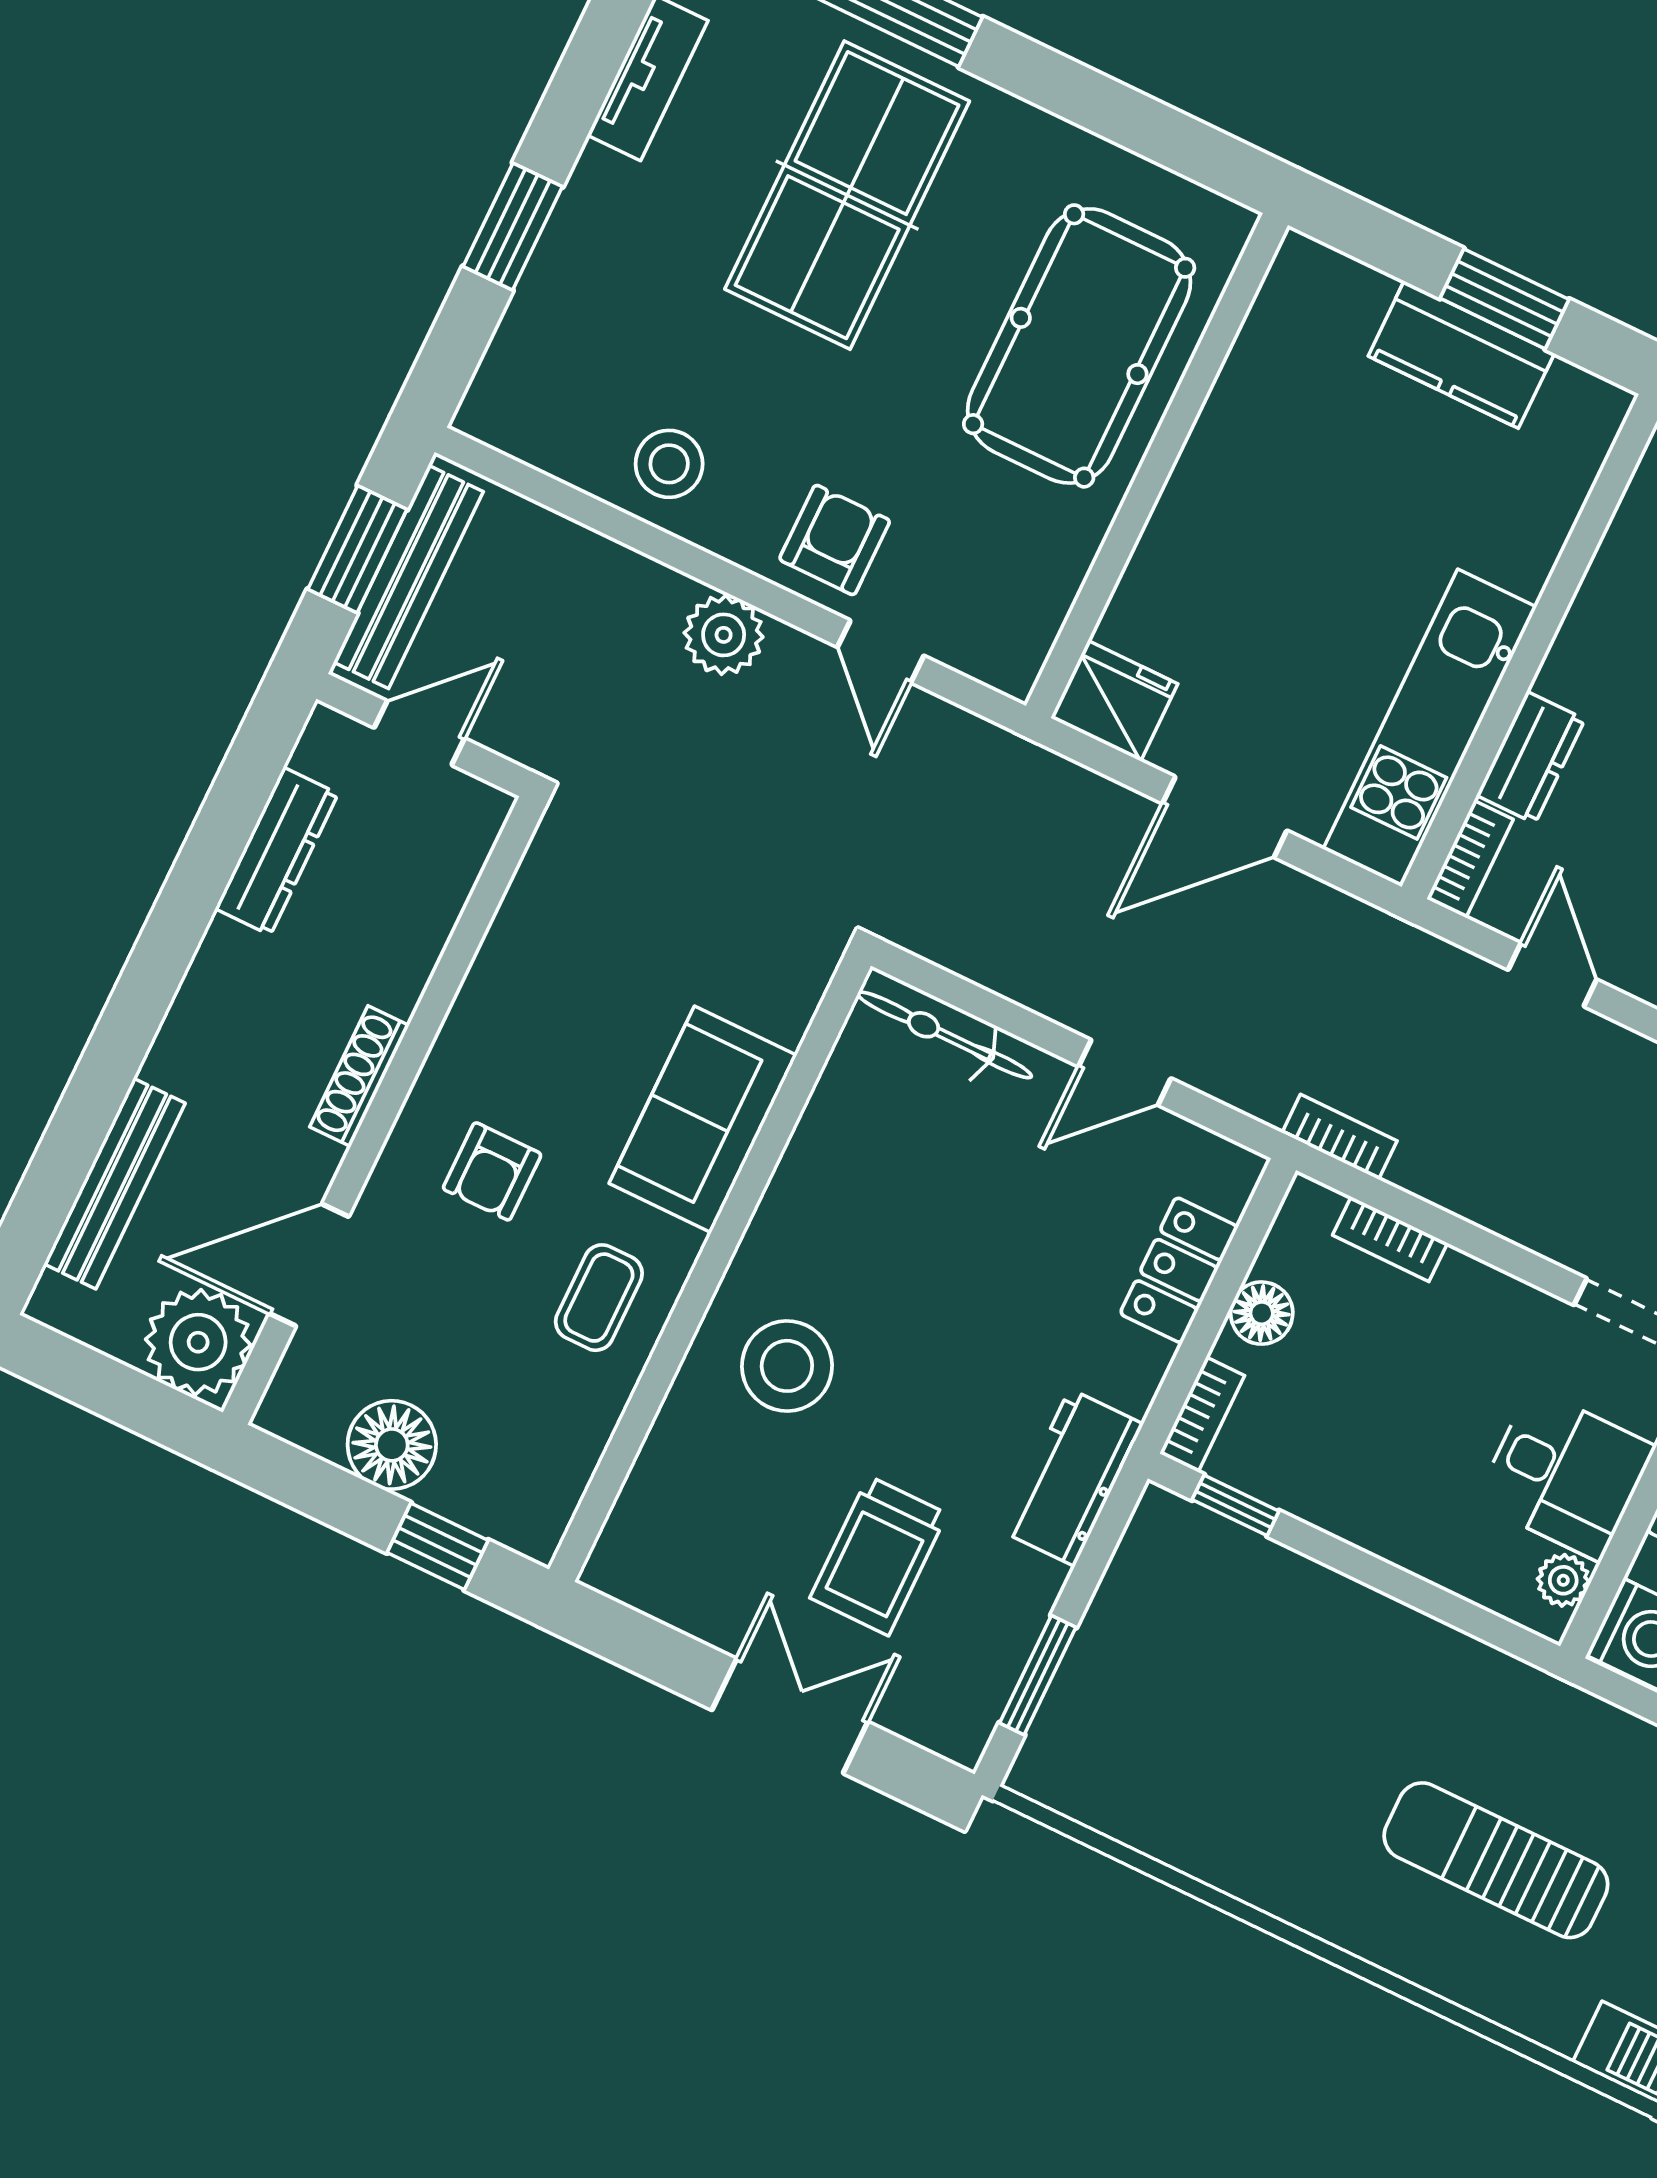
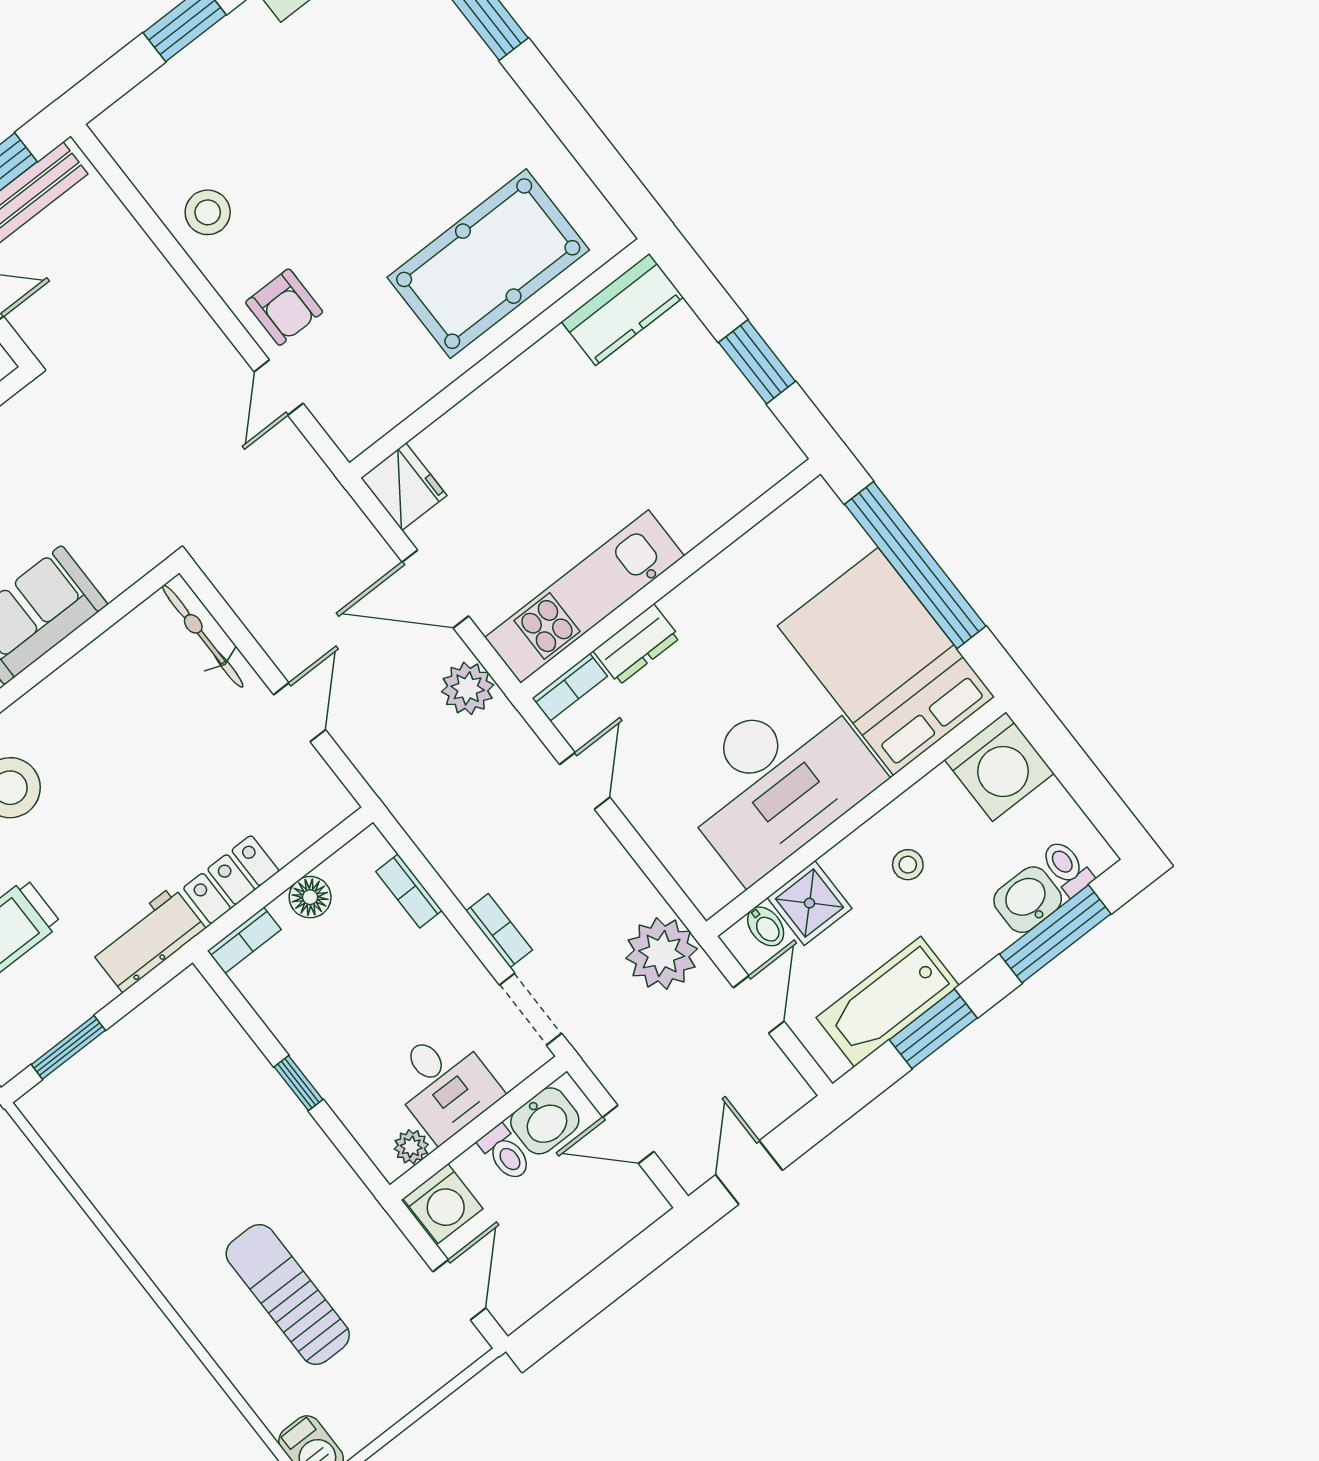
table tennis table: (847, 195) -> (394, 104), removed
kitchen counter: (1461, 355) -> (622, 309), moved, turned -90
armchair: (835, 540) -> (284, 307), turned 90
plant: (724, 635) -> (468, 688), moved
door: (1125, 1072) -> (300, 712), swing flipped
bookcase: (1339, 1137) -> (499, 930), moved
locker: (1179, 1270) -> (231, 880), moved
window: (1236, 1505) -> (298, 1083), moved

